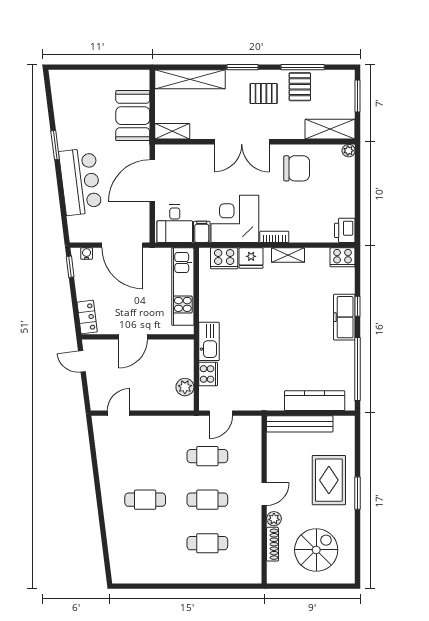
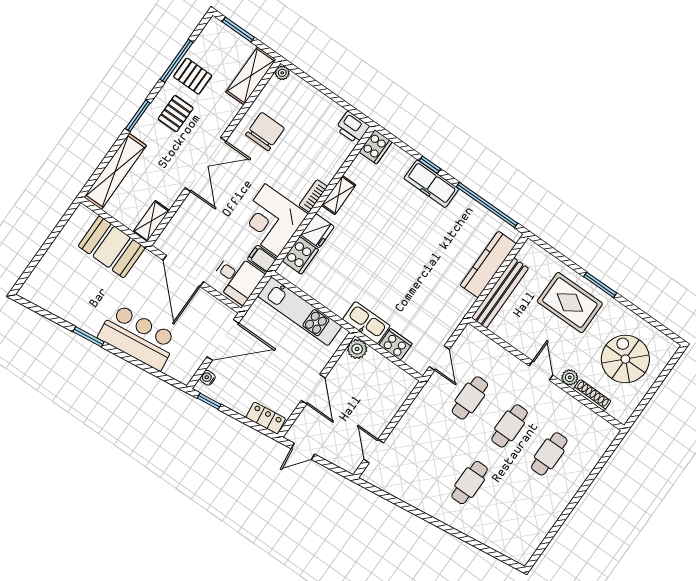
plant: (185, 387) -> (357, 349), moved

